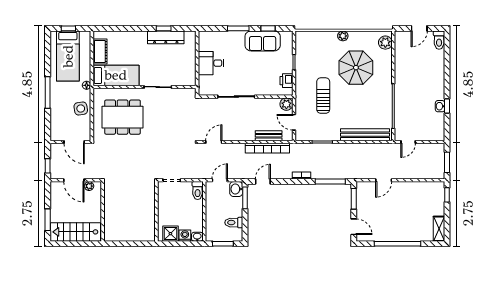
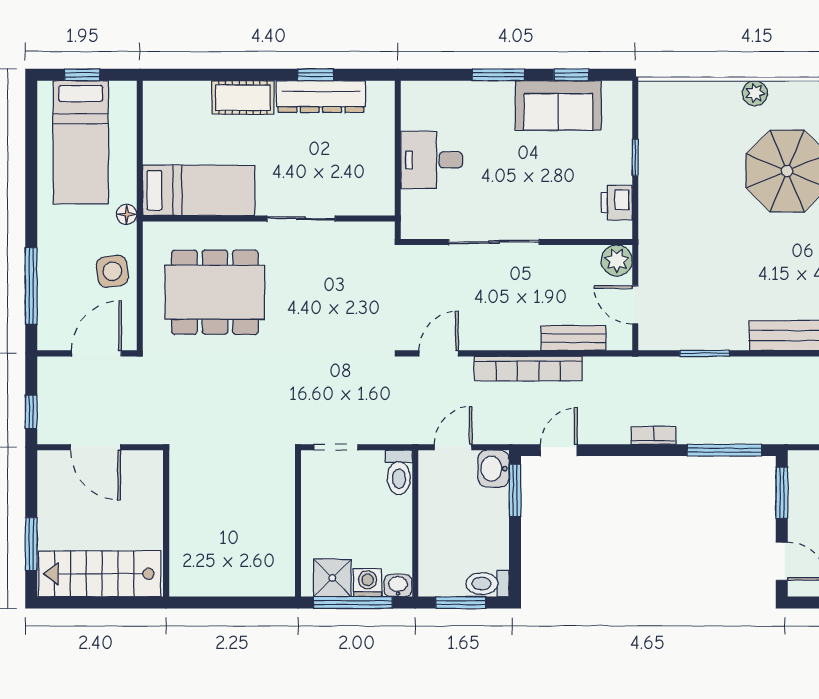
cot: (100, 52) -> (243, 98), moved, turned 90
window: (48, 93) -> (31, 286), moved
sun lounger: (323, 96) -> (707, 239), removed
door: (74, 142) -> (96, 353), swing flipped
bookcase: (267, 148) -> (528, 369), moved
plant: (89, 186) -> (133, 461), removed
toilet: (234, 223) -> (488, 584), moved
window: (179, 244) -> (353, 603), added

